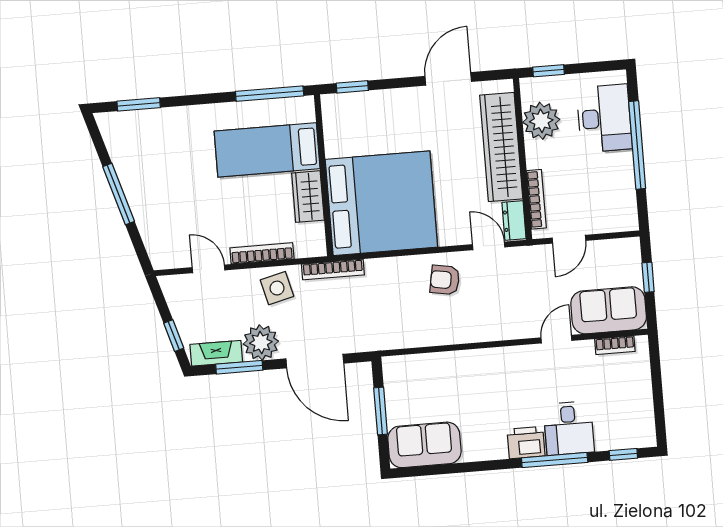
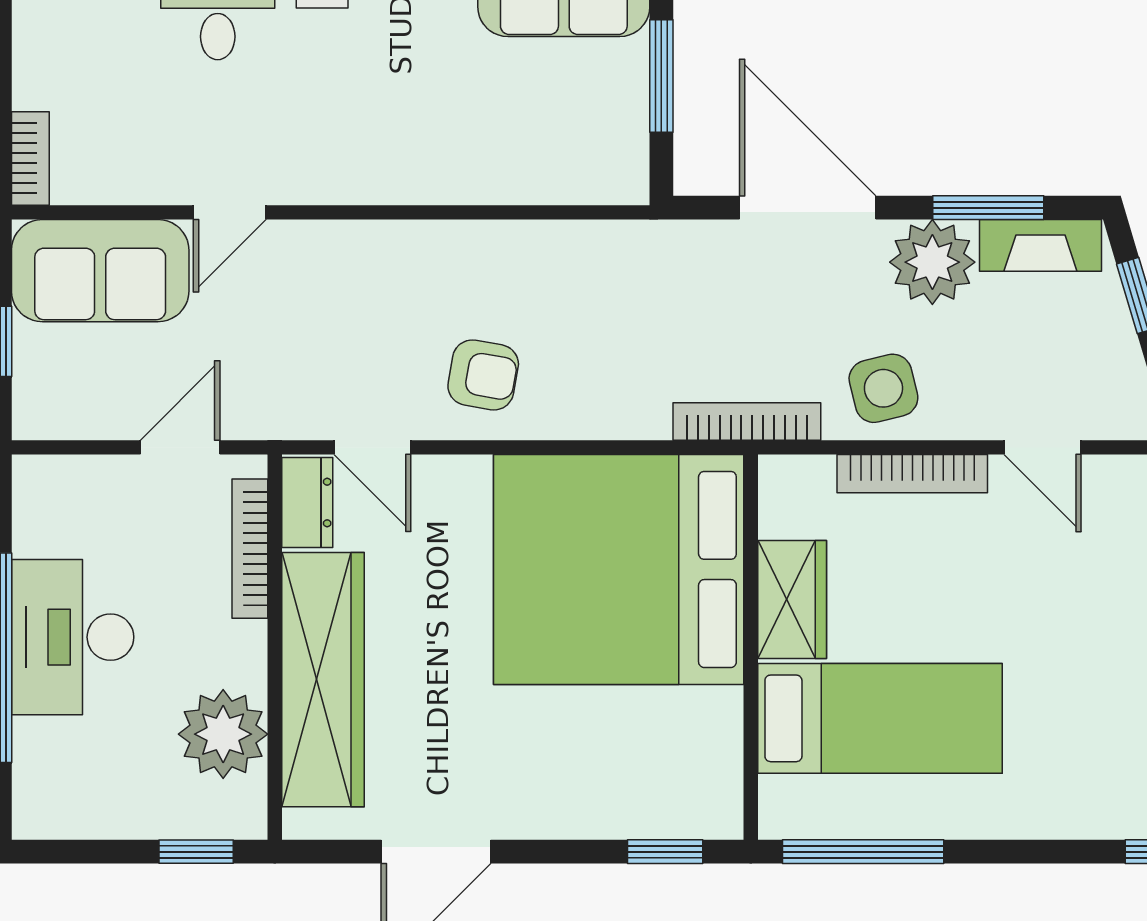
desk: (604, 118) -> (73, 637), moved
bookcase: (615, 345) -> (30, 158), moved, turned 90

